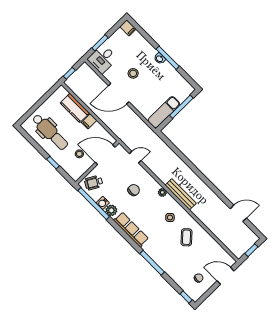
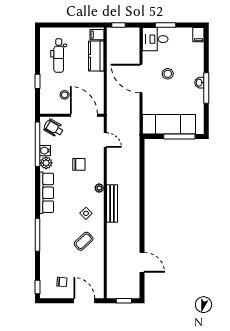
exam couch: (164, 112) -> (169, 124), width x1.36, depth x1.45
filing cabinet: (89, 121) -> (97, 35), moved
dental chair: (50, 132) -> (59, 56), width x0.73, depth x0.72

